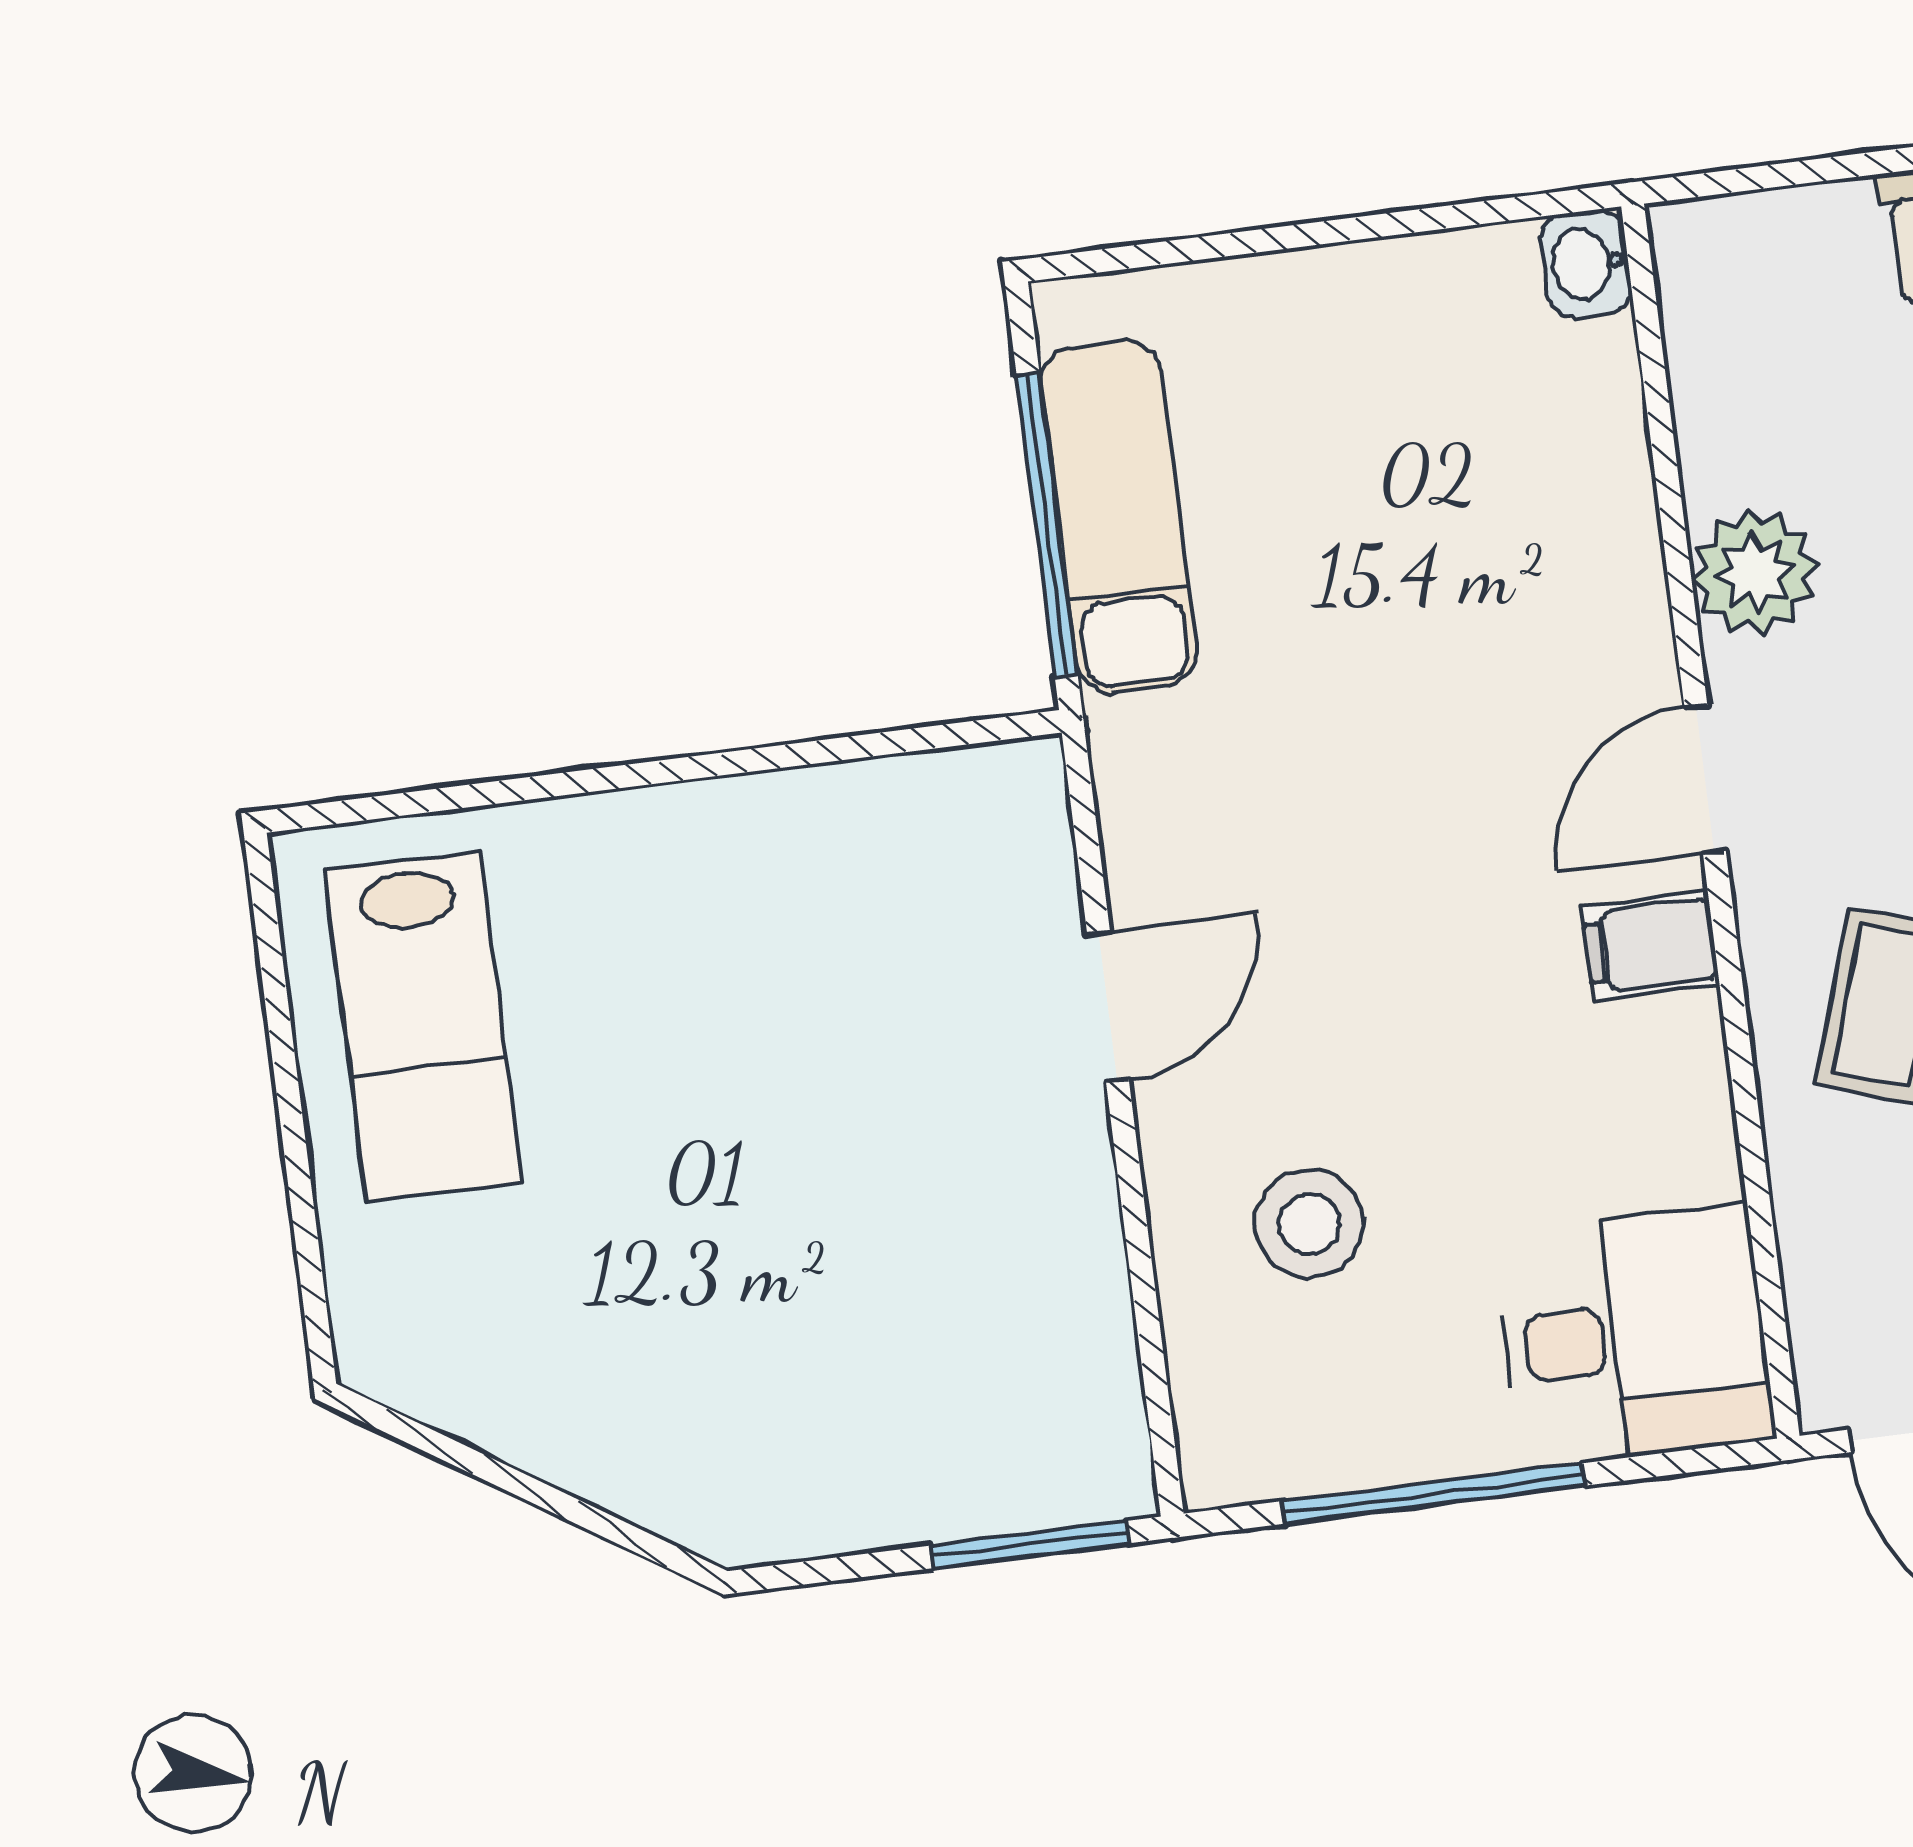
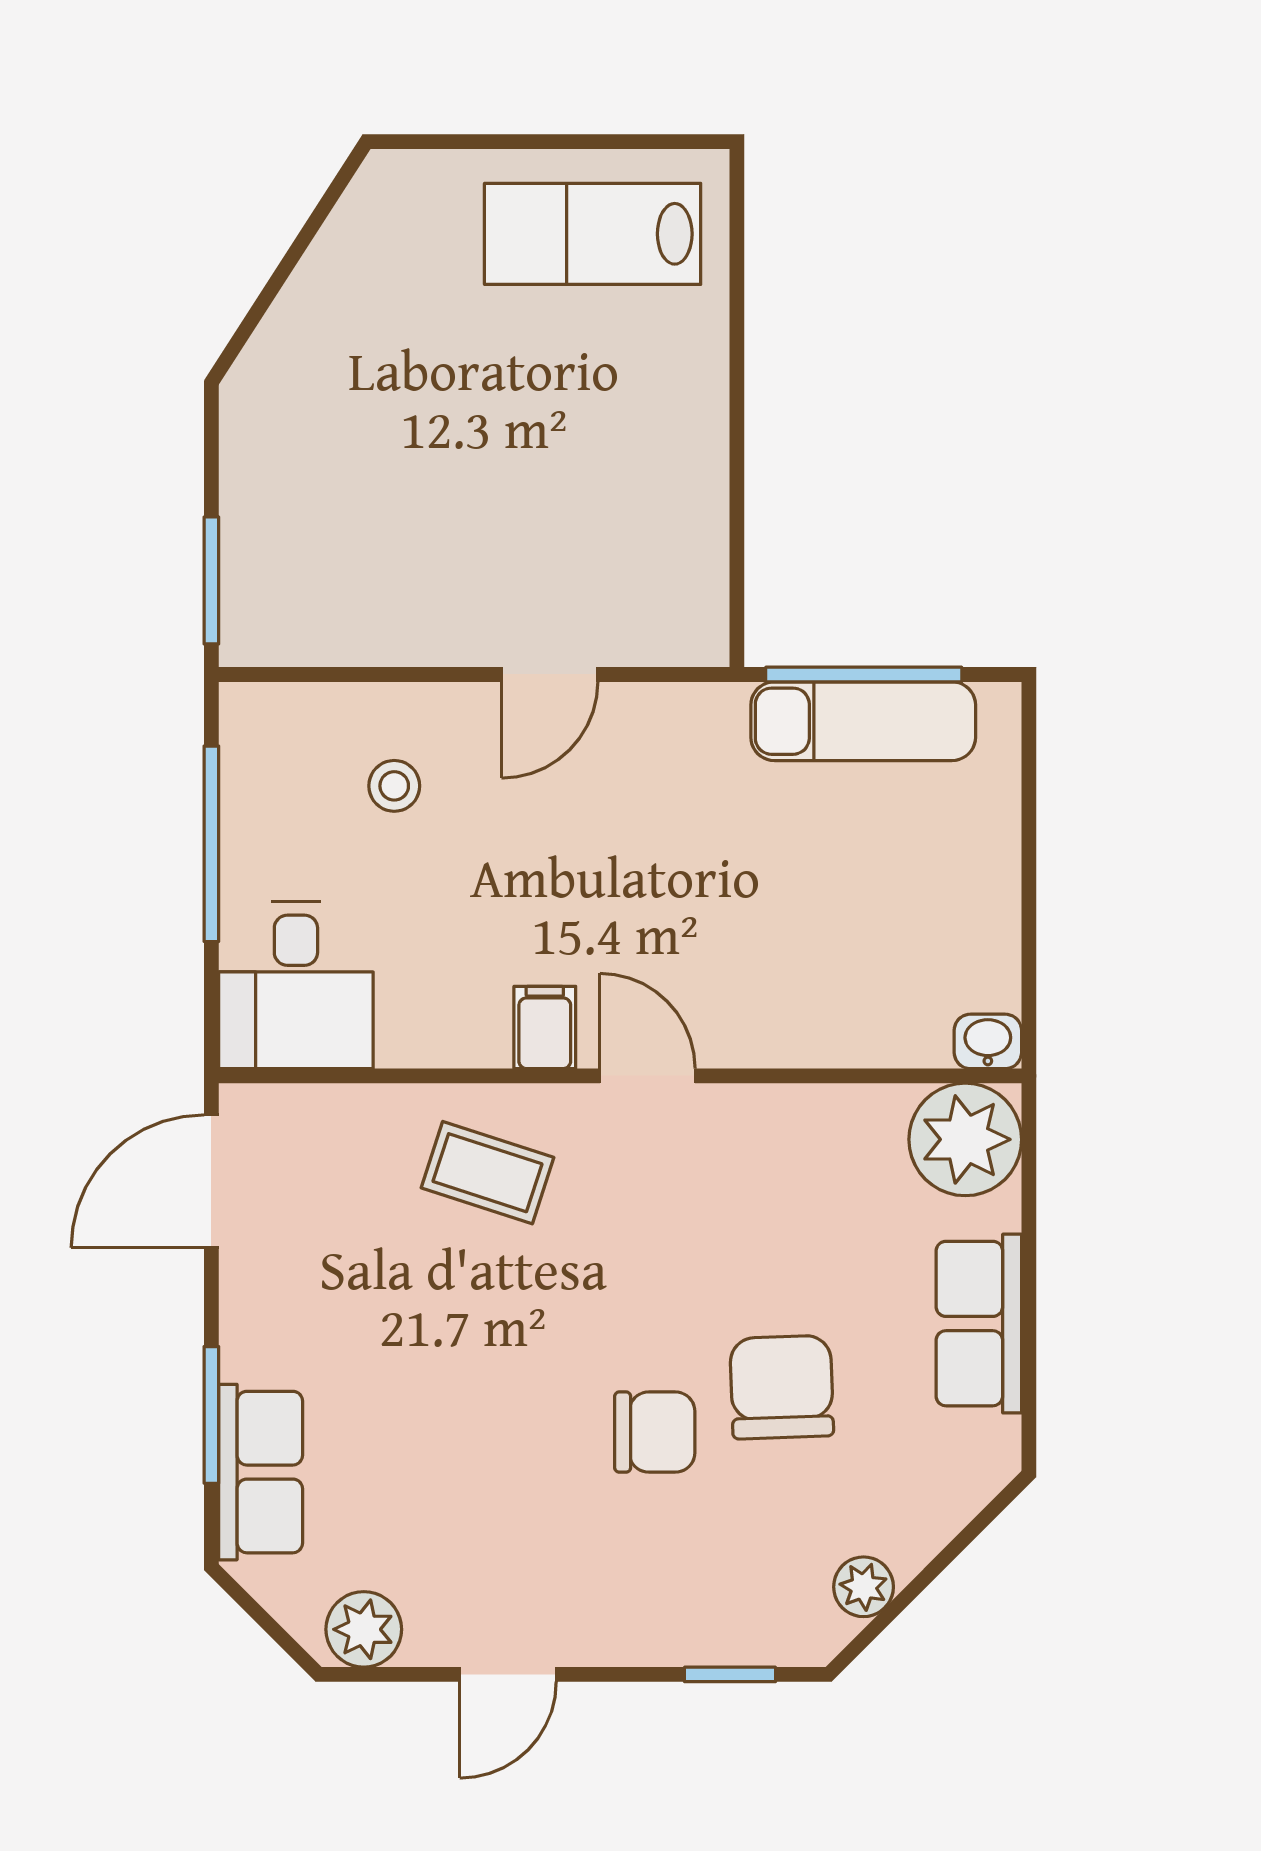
plant: (1755, 573) -> (965, 1139), moved, width x1.36, depth x1.36
door: (1108, 1007) -> (550, 674), hinge flipped
stool: (1309, 1224) -> (394, 786), width x0.73, depth x0.73

